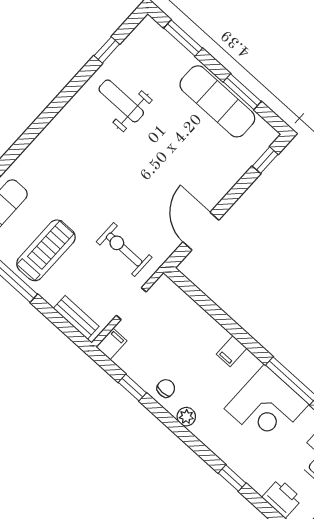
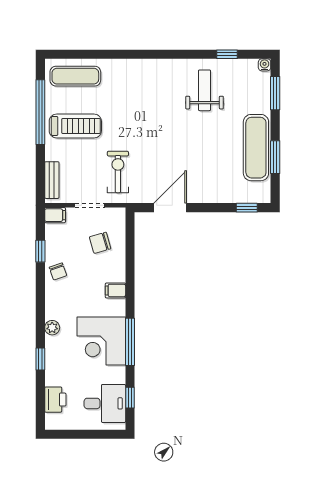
water cooler: (148, 24) -> (265, 65), added
chair: (175, 325) -> (100, 243), added
chair: (166, 388) -> (58, 271), turned 71
plant: (186, 417) -> (52, 328), moved

